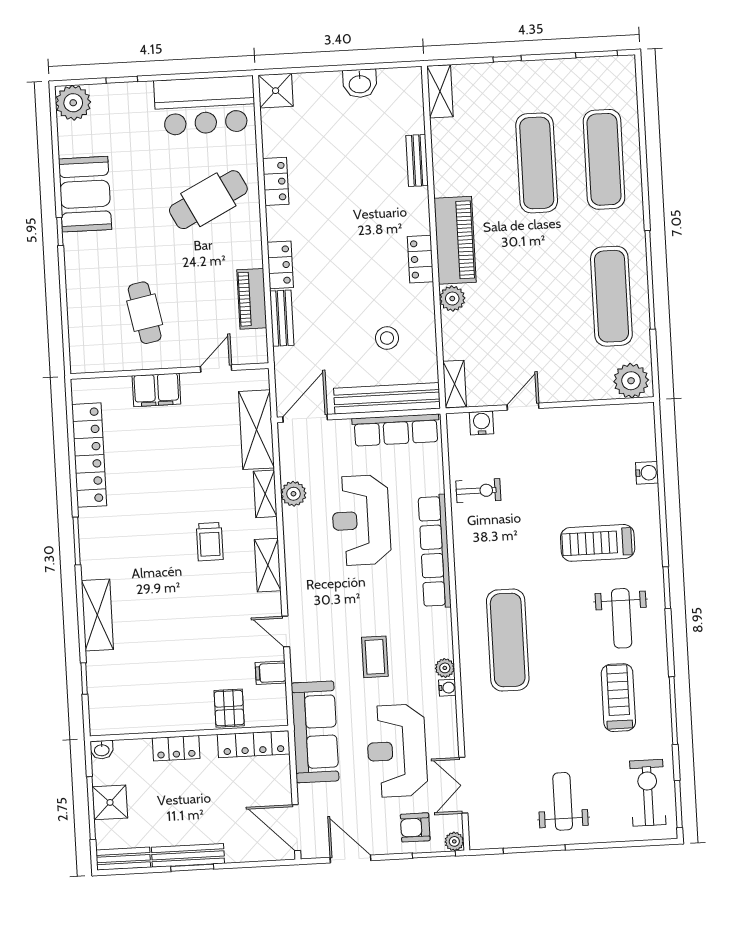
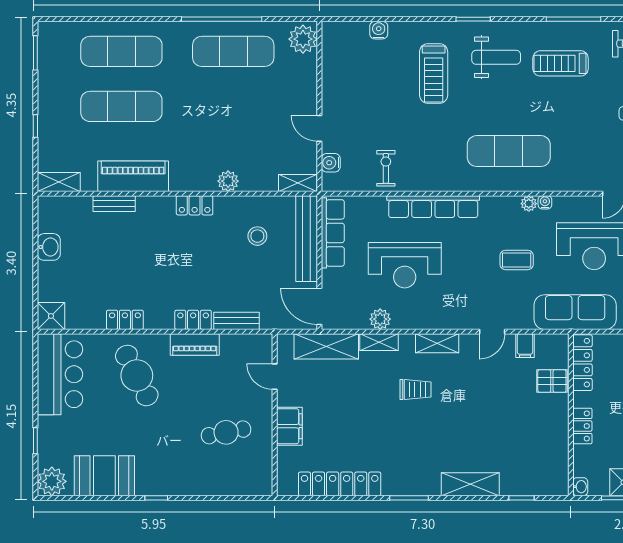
booth: (85, 194) -> (104, 476), moved
piano: (455, 240) -> (133, 176), moved
piano: (252, 299) -> (195, 344), moved

